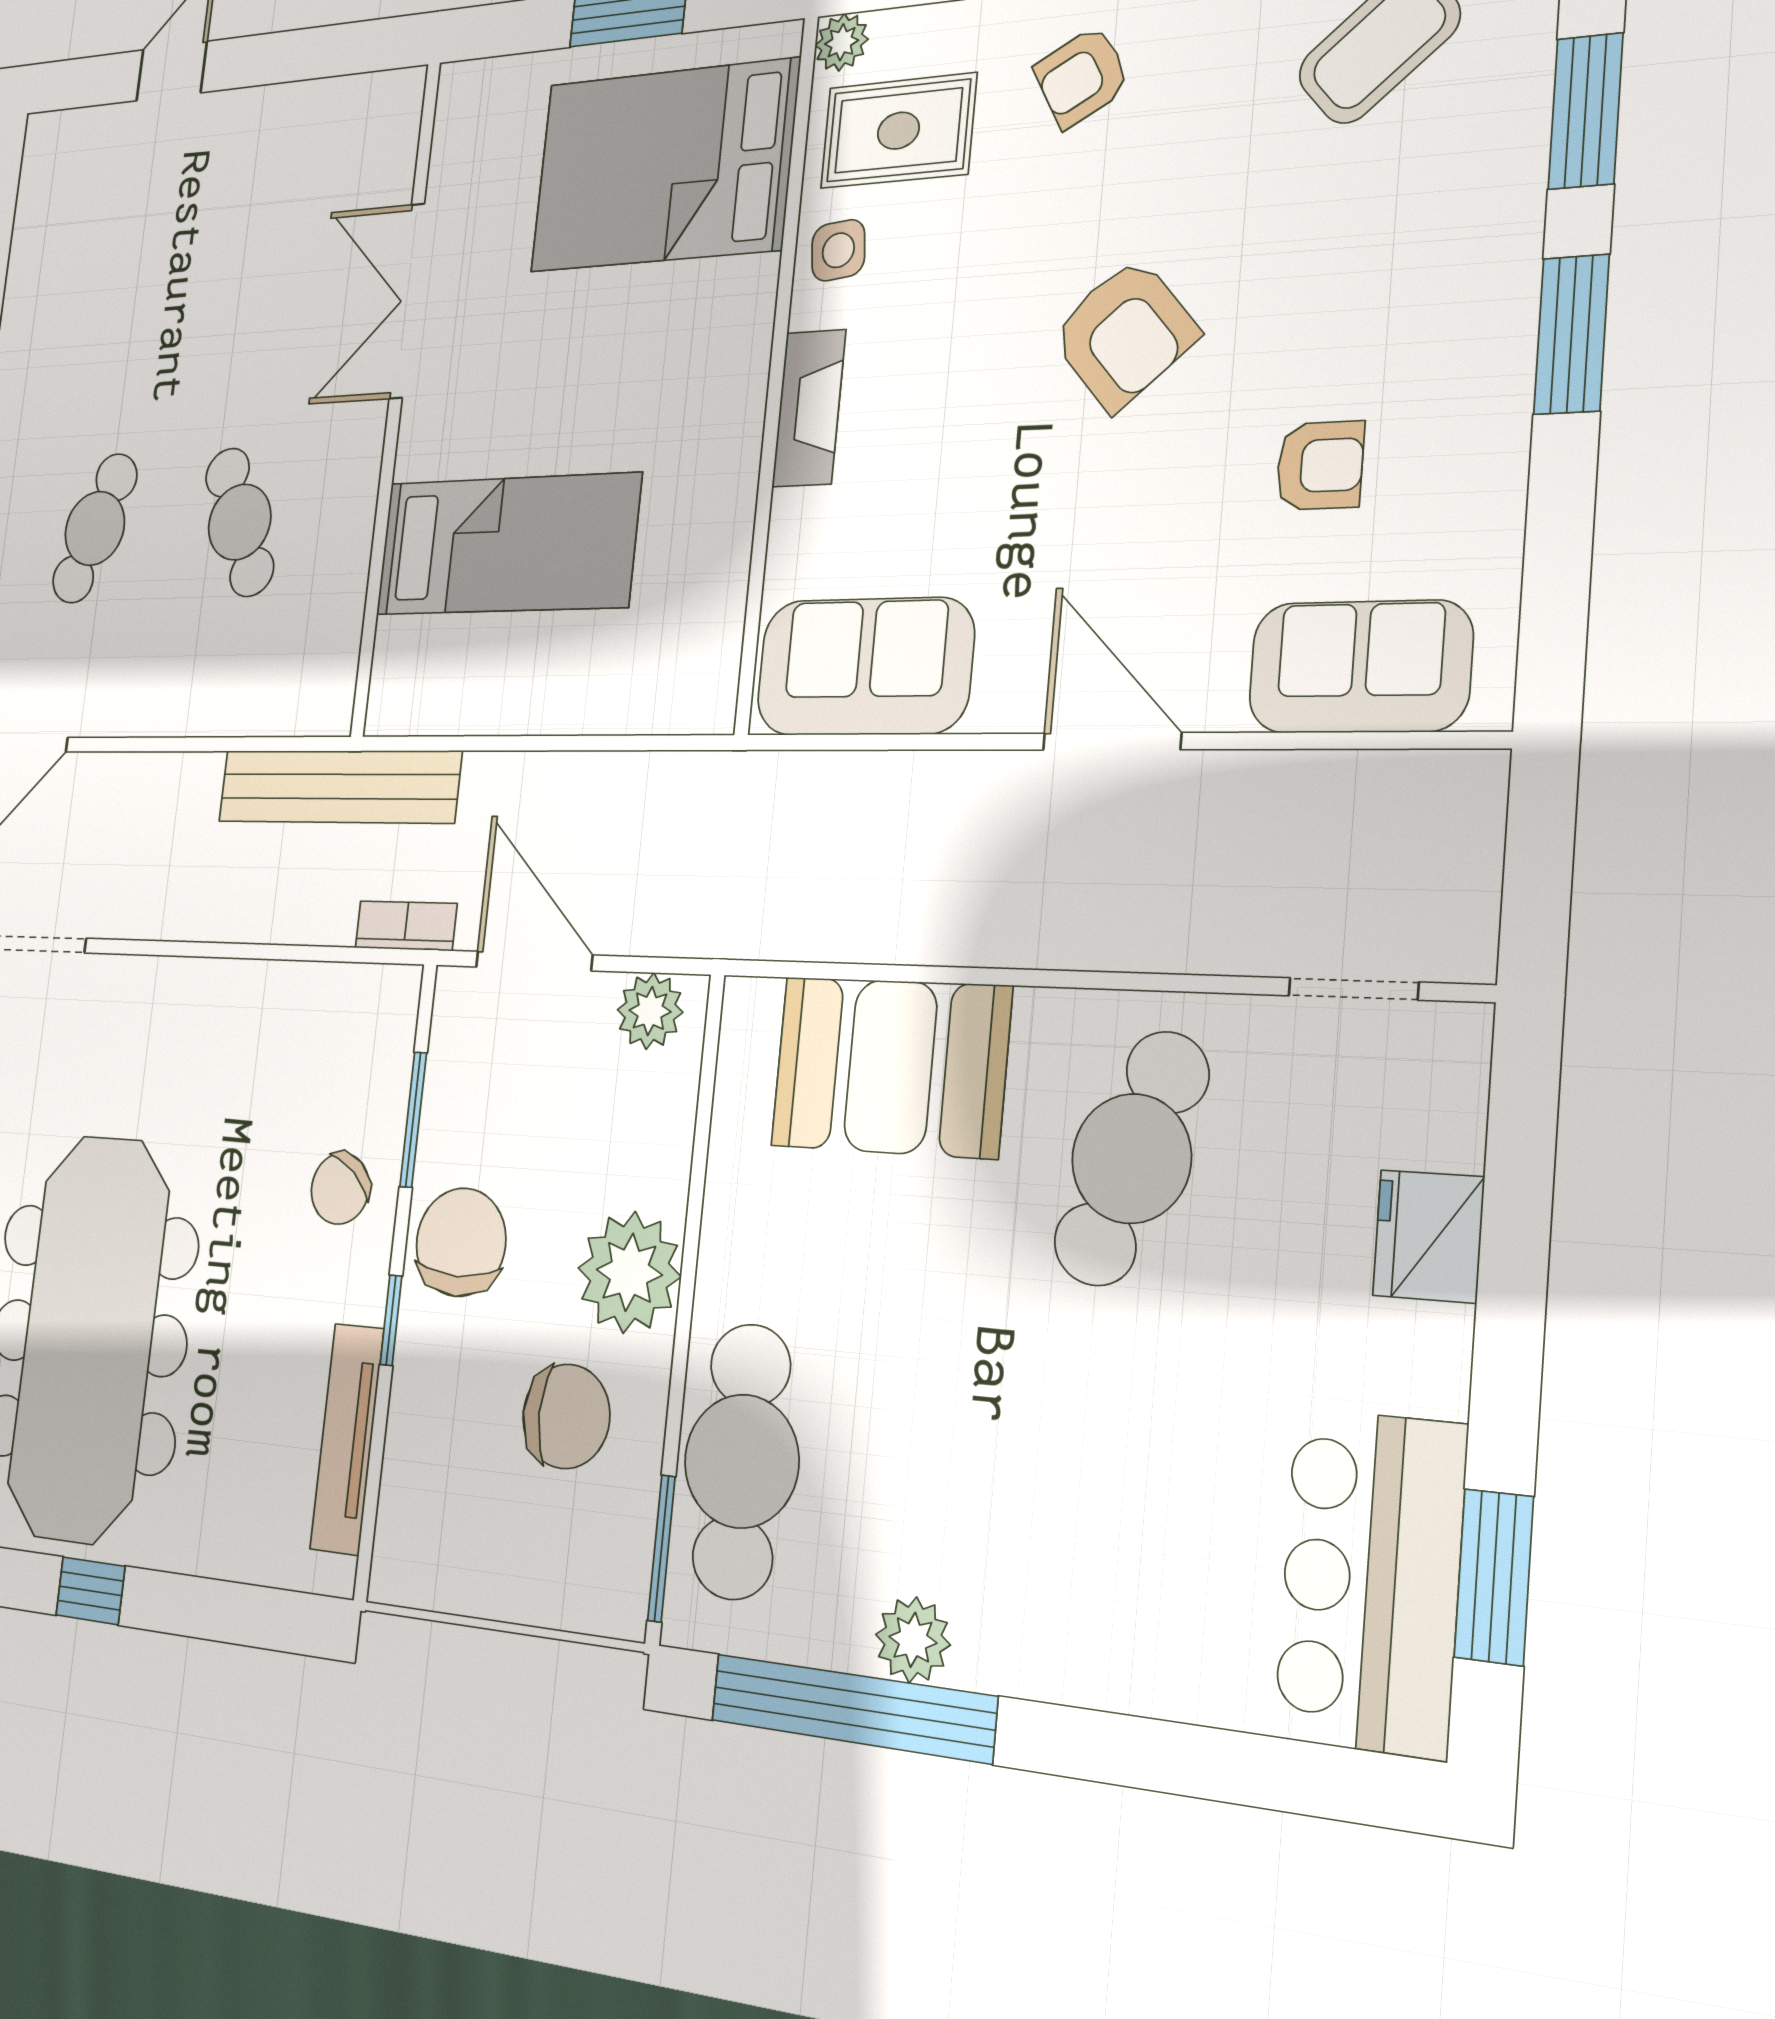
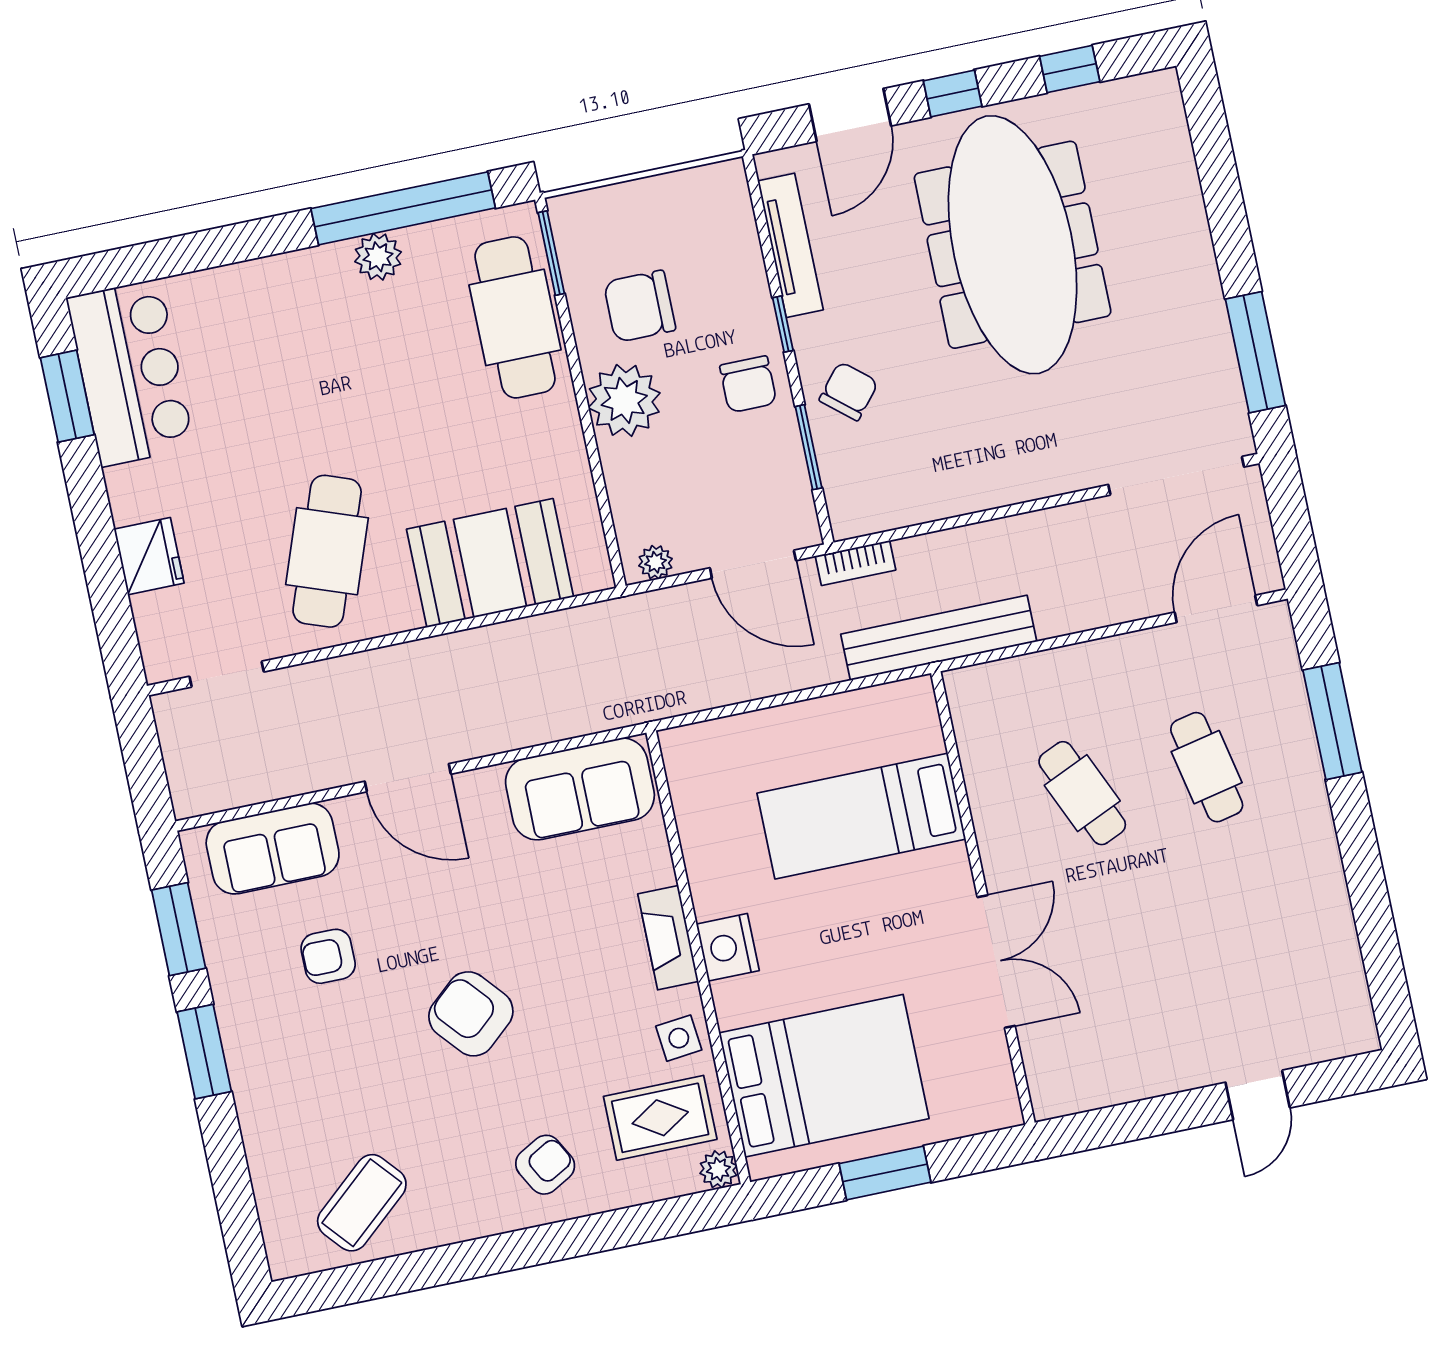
window: (1585, 111) -> (179, 929), moved
nightstand: (733, 379) -> (728, 947), added
cafe table: (95, 528) -> (1207, 767), turned -33
plant: (650, 1011) -> (656, 562), width x0.73, depth x0.73
chair: (461, 1242) -> (748, 384), width x0.73, depth x0.73
door: (218, 1610) -> (850, 115), added

